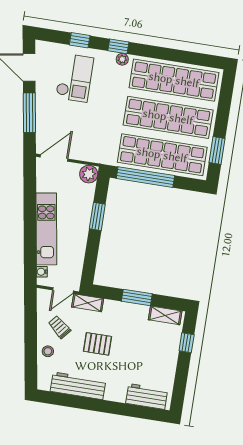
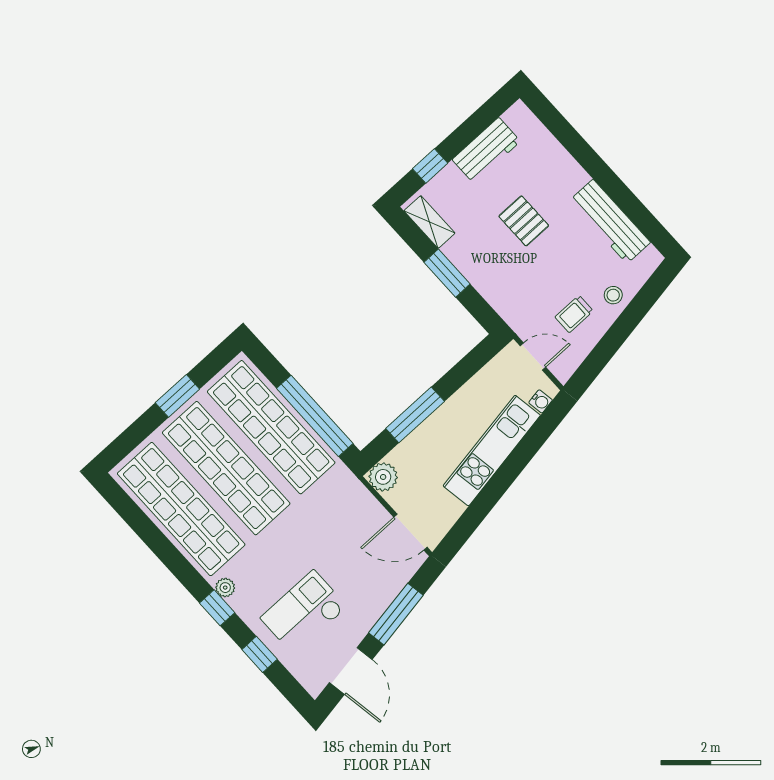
window: (217, 151) -> (177, 396), moved
window: (97, 216) -> (415, 415), width x1.44
shelving: (88, 303) -> (514, 316), removed
trolley: (59, 327) -> (574, 314), turned 50
pallet: (98, 344) -> (524, 221), moved
workbench: (147, 396) -> (486, 150), moved, turned -90

